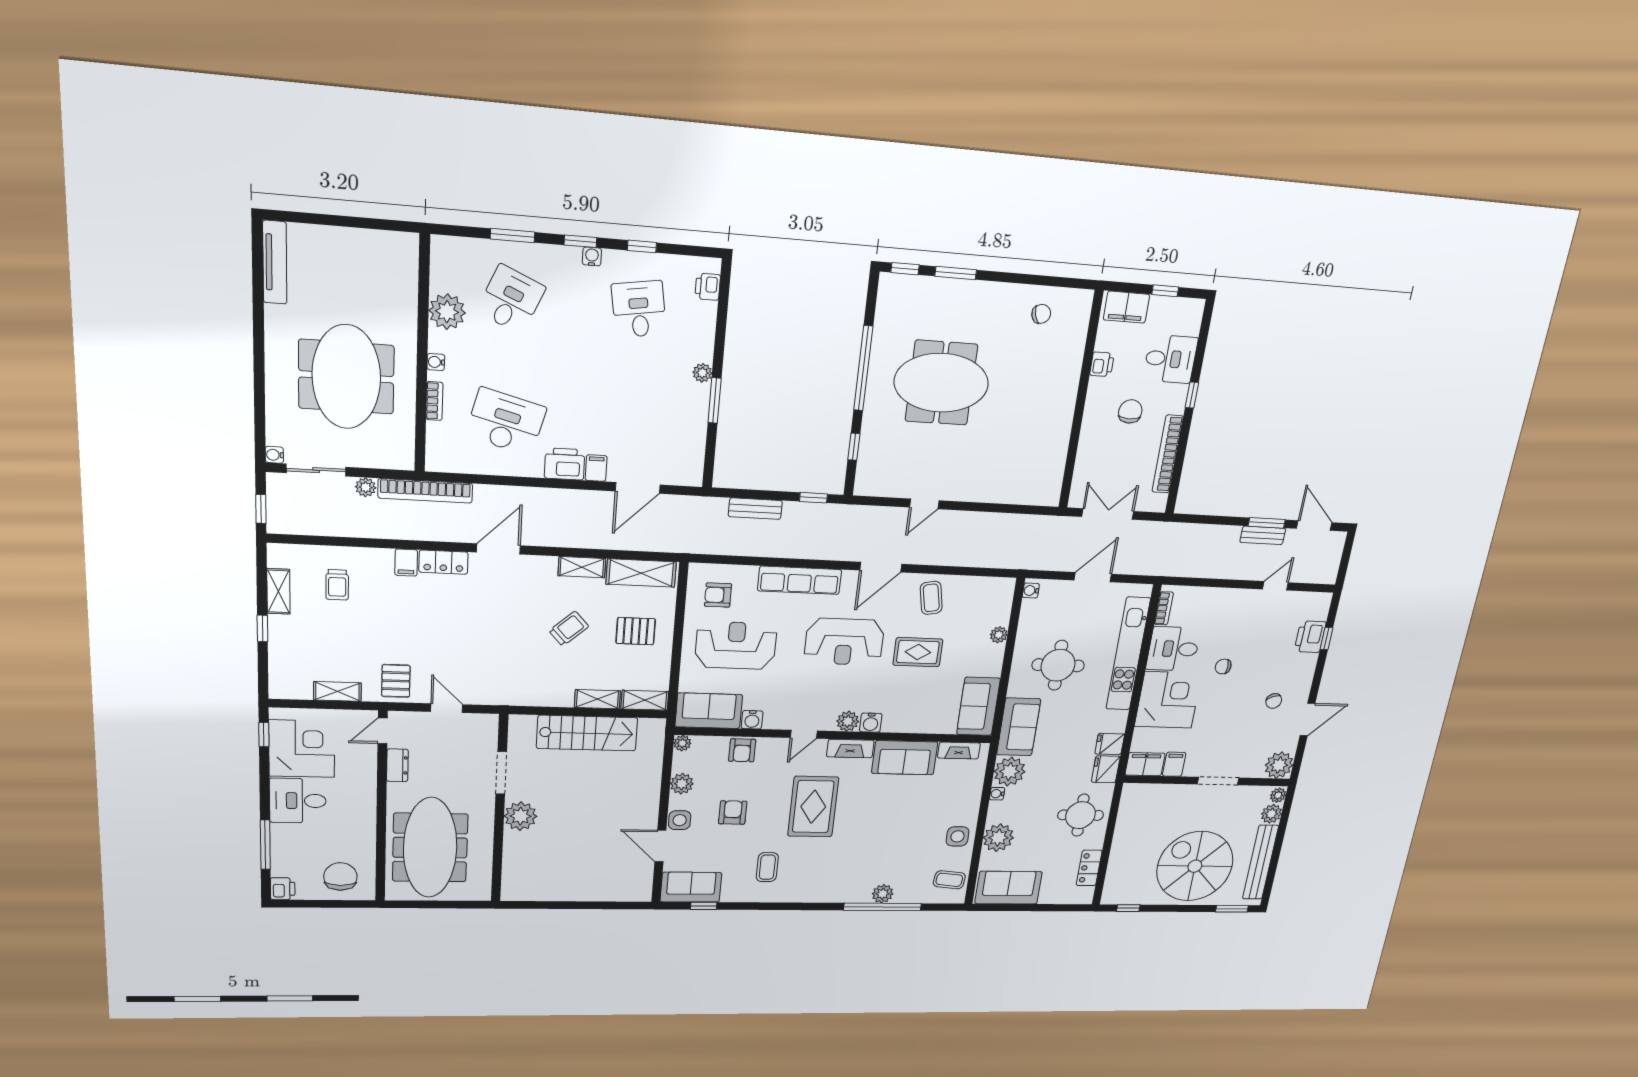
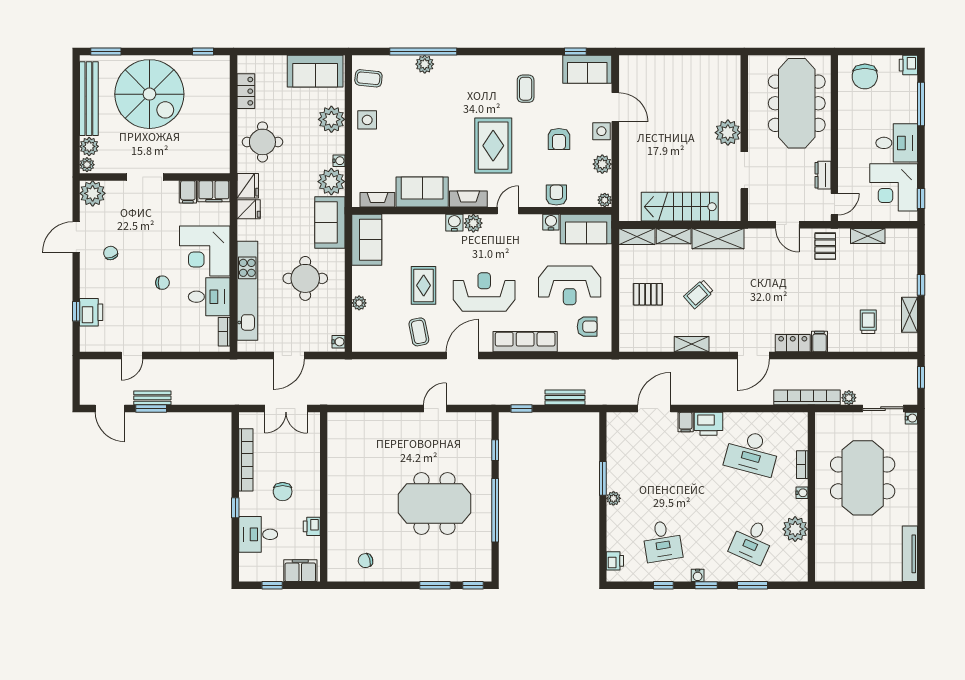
shelving: (641, 573) -> (718, 239), moved
rug: (918, 652) -> (424, 285), turned 90

